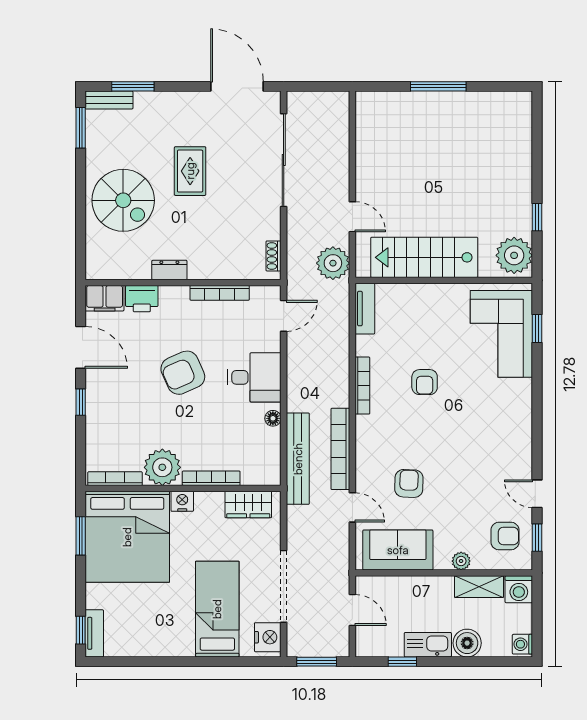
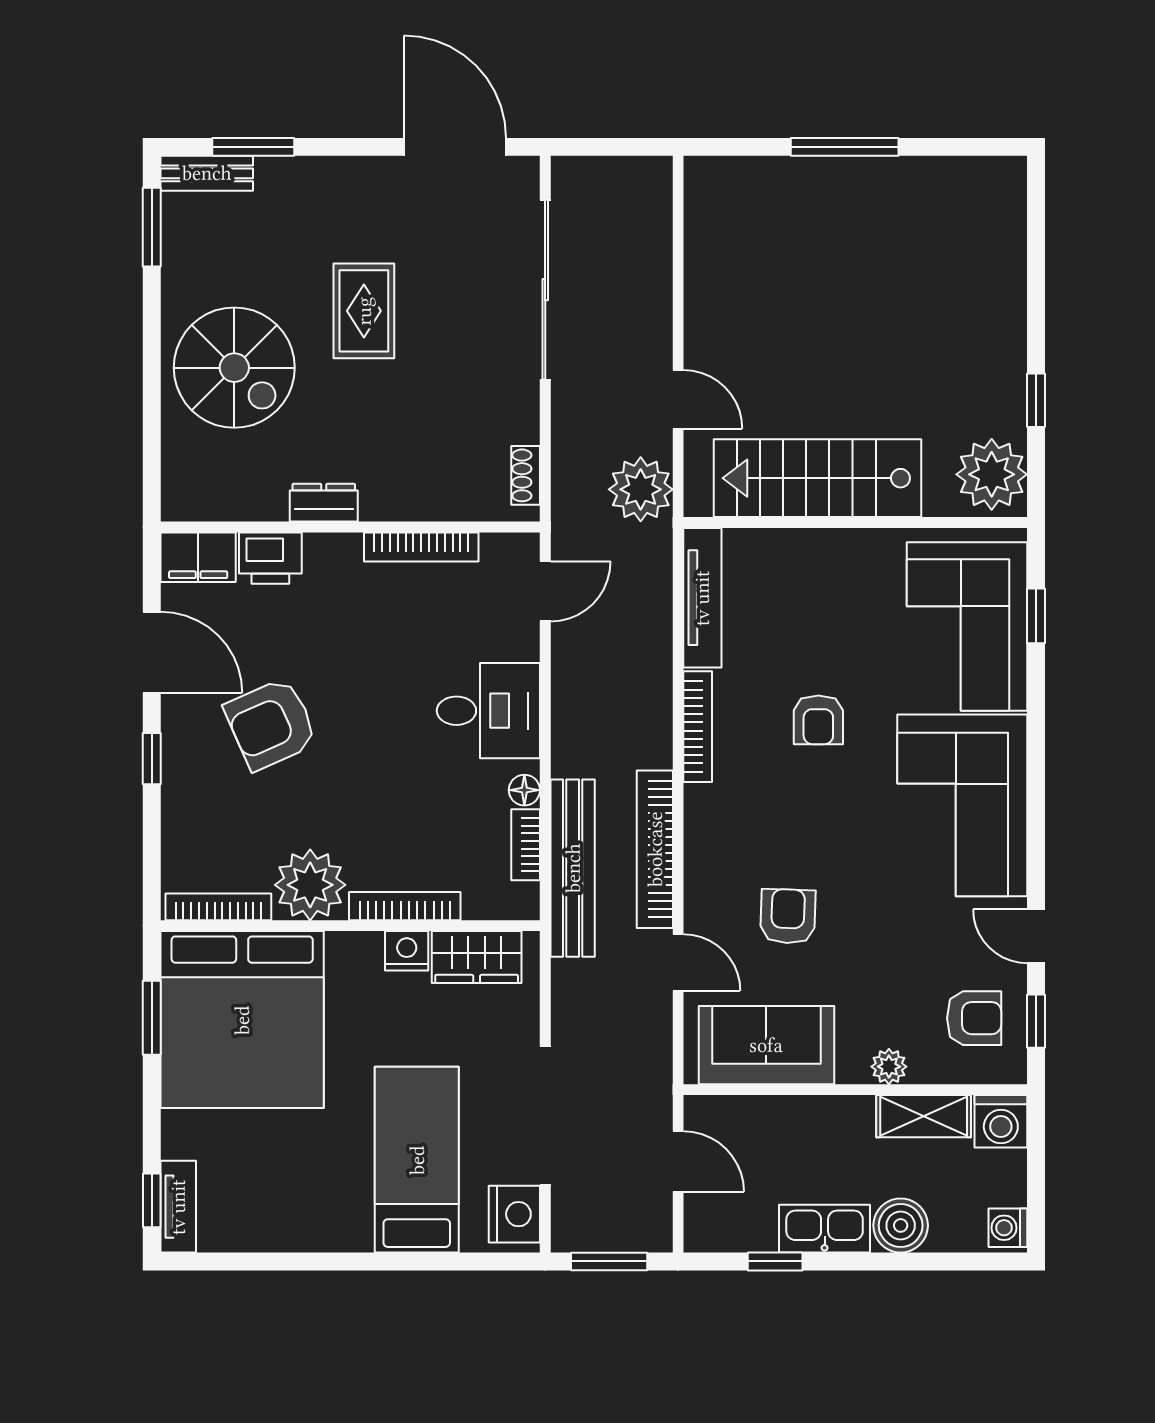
tv unit: (365, 309) -> (702, 598), width x1.41
armchair: (183, 373) -> (271, 724), moved
corner sofa: (499, 426) -> (962, 805), added
bookcase: (274, 447) -> (526, 845), added
nightstand: (182, 501) -> (407, 951), moved

